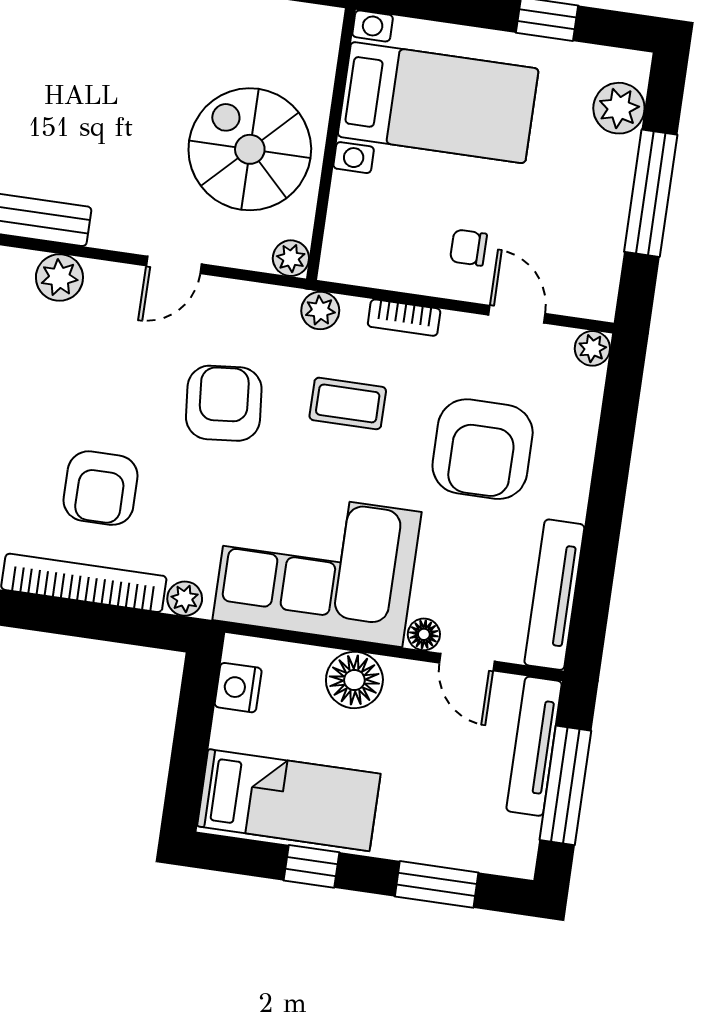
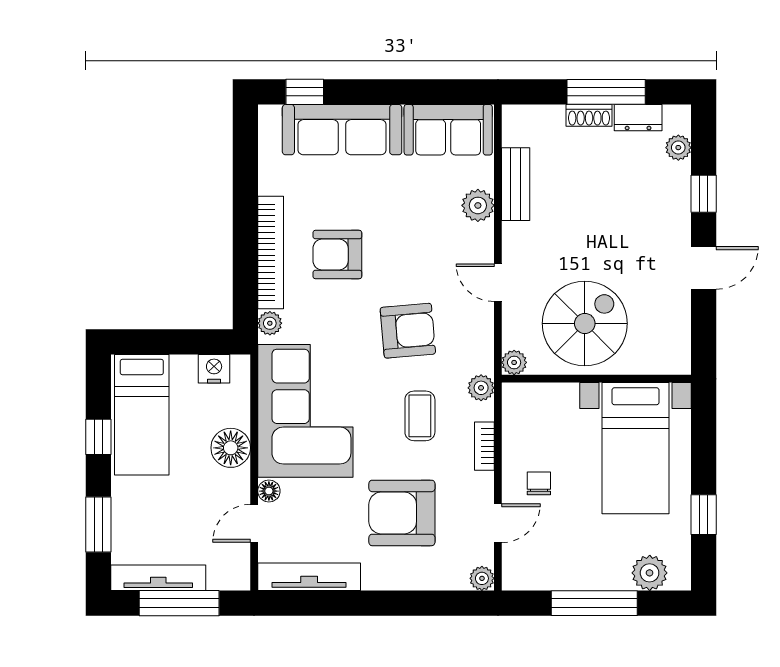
tv unit: (534, 746) -> (158, 578), moved

